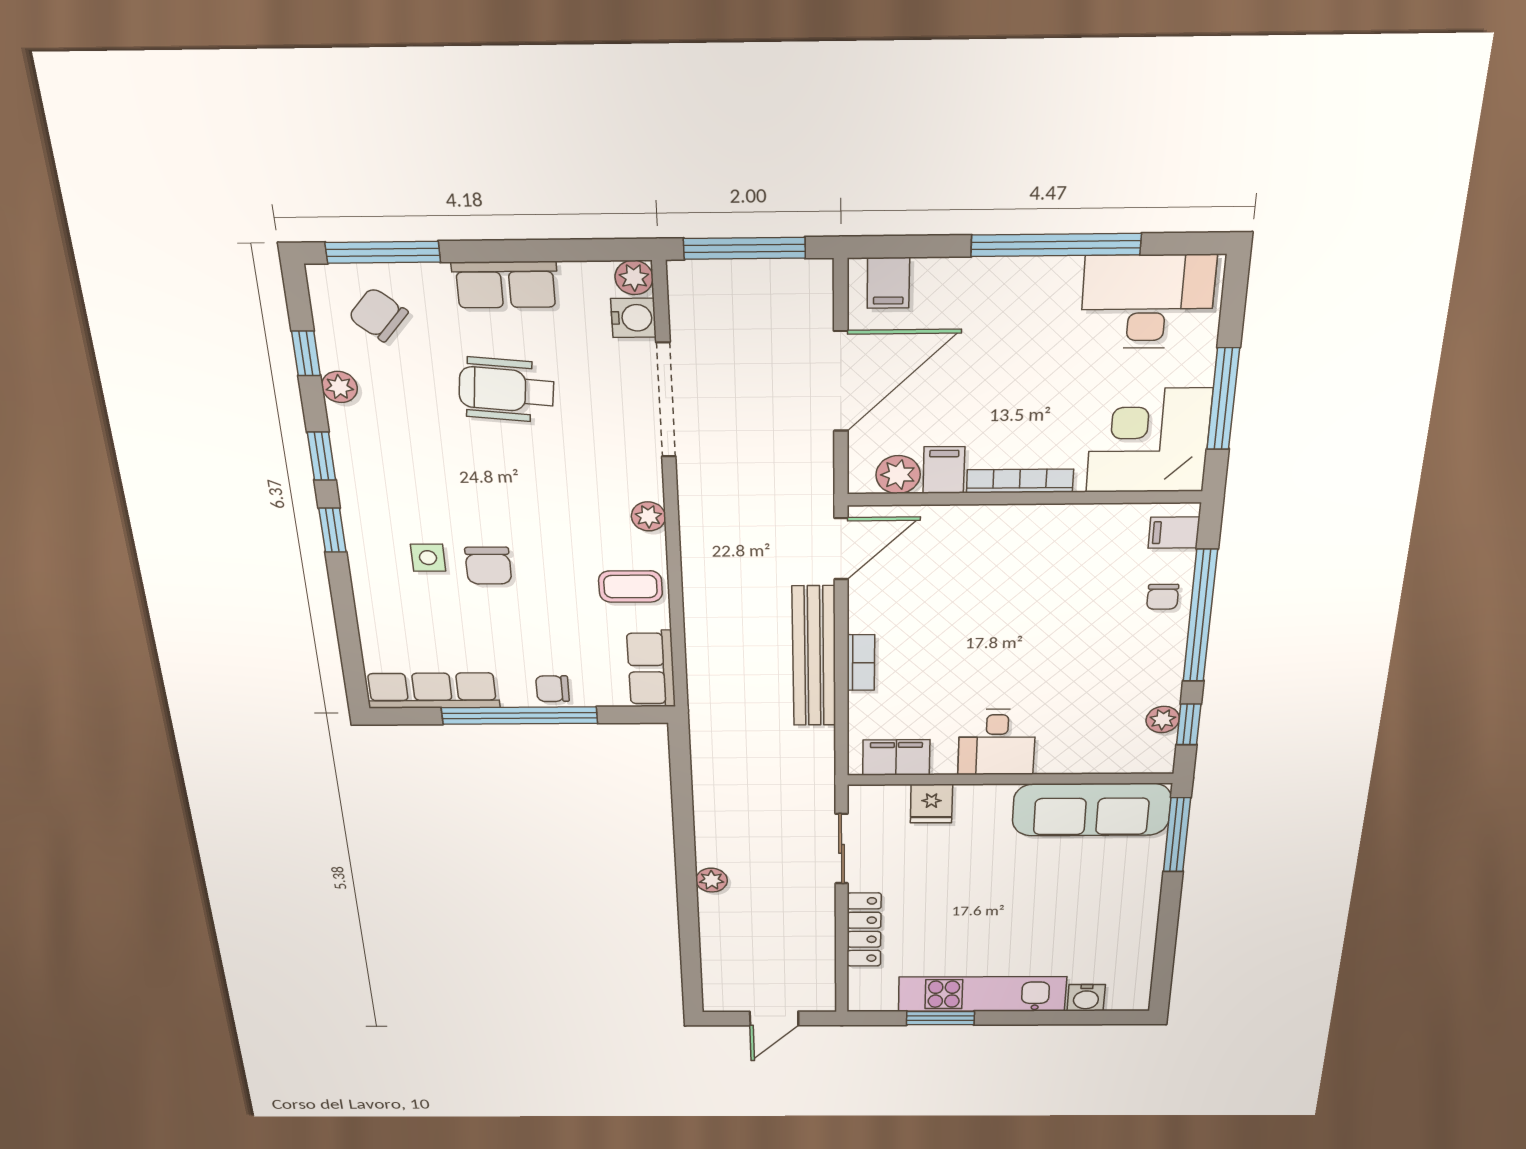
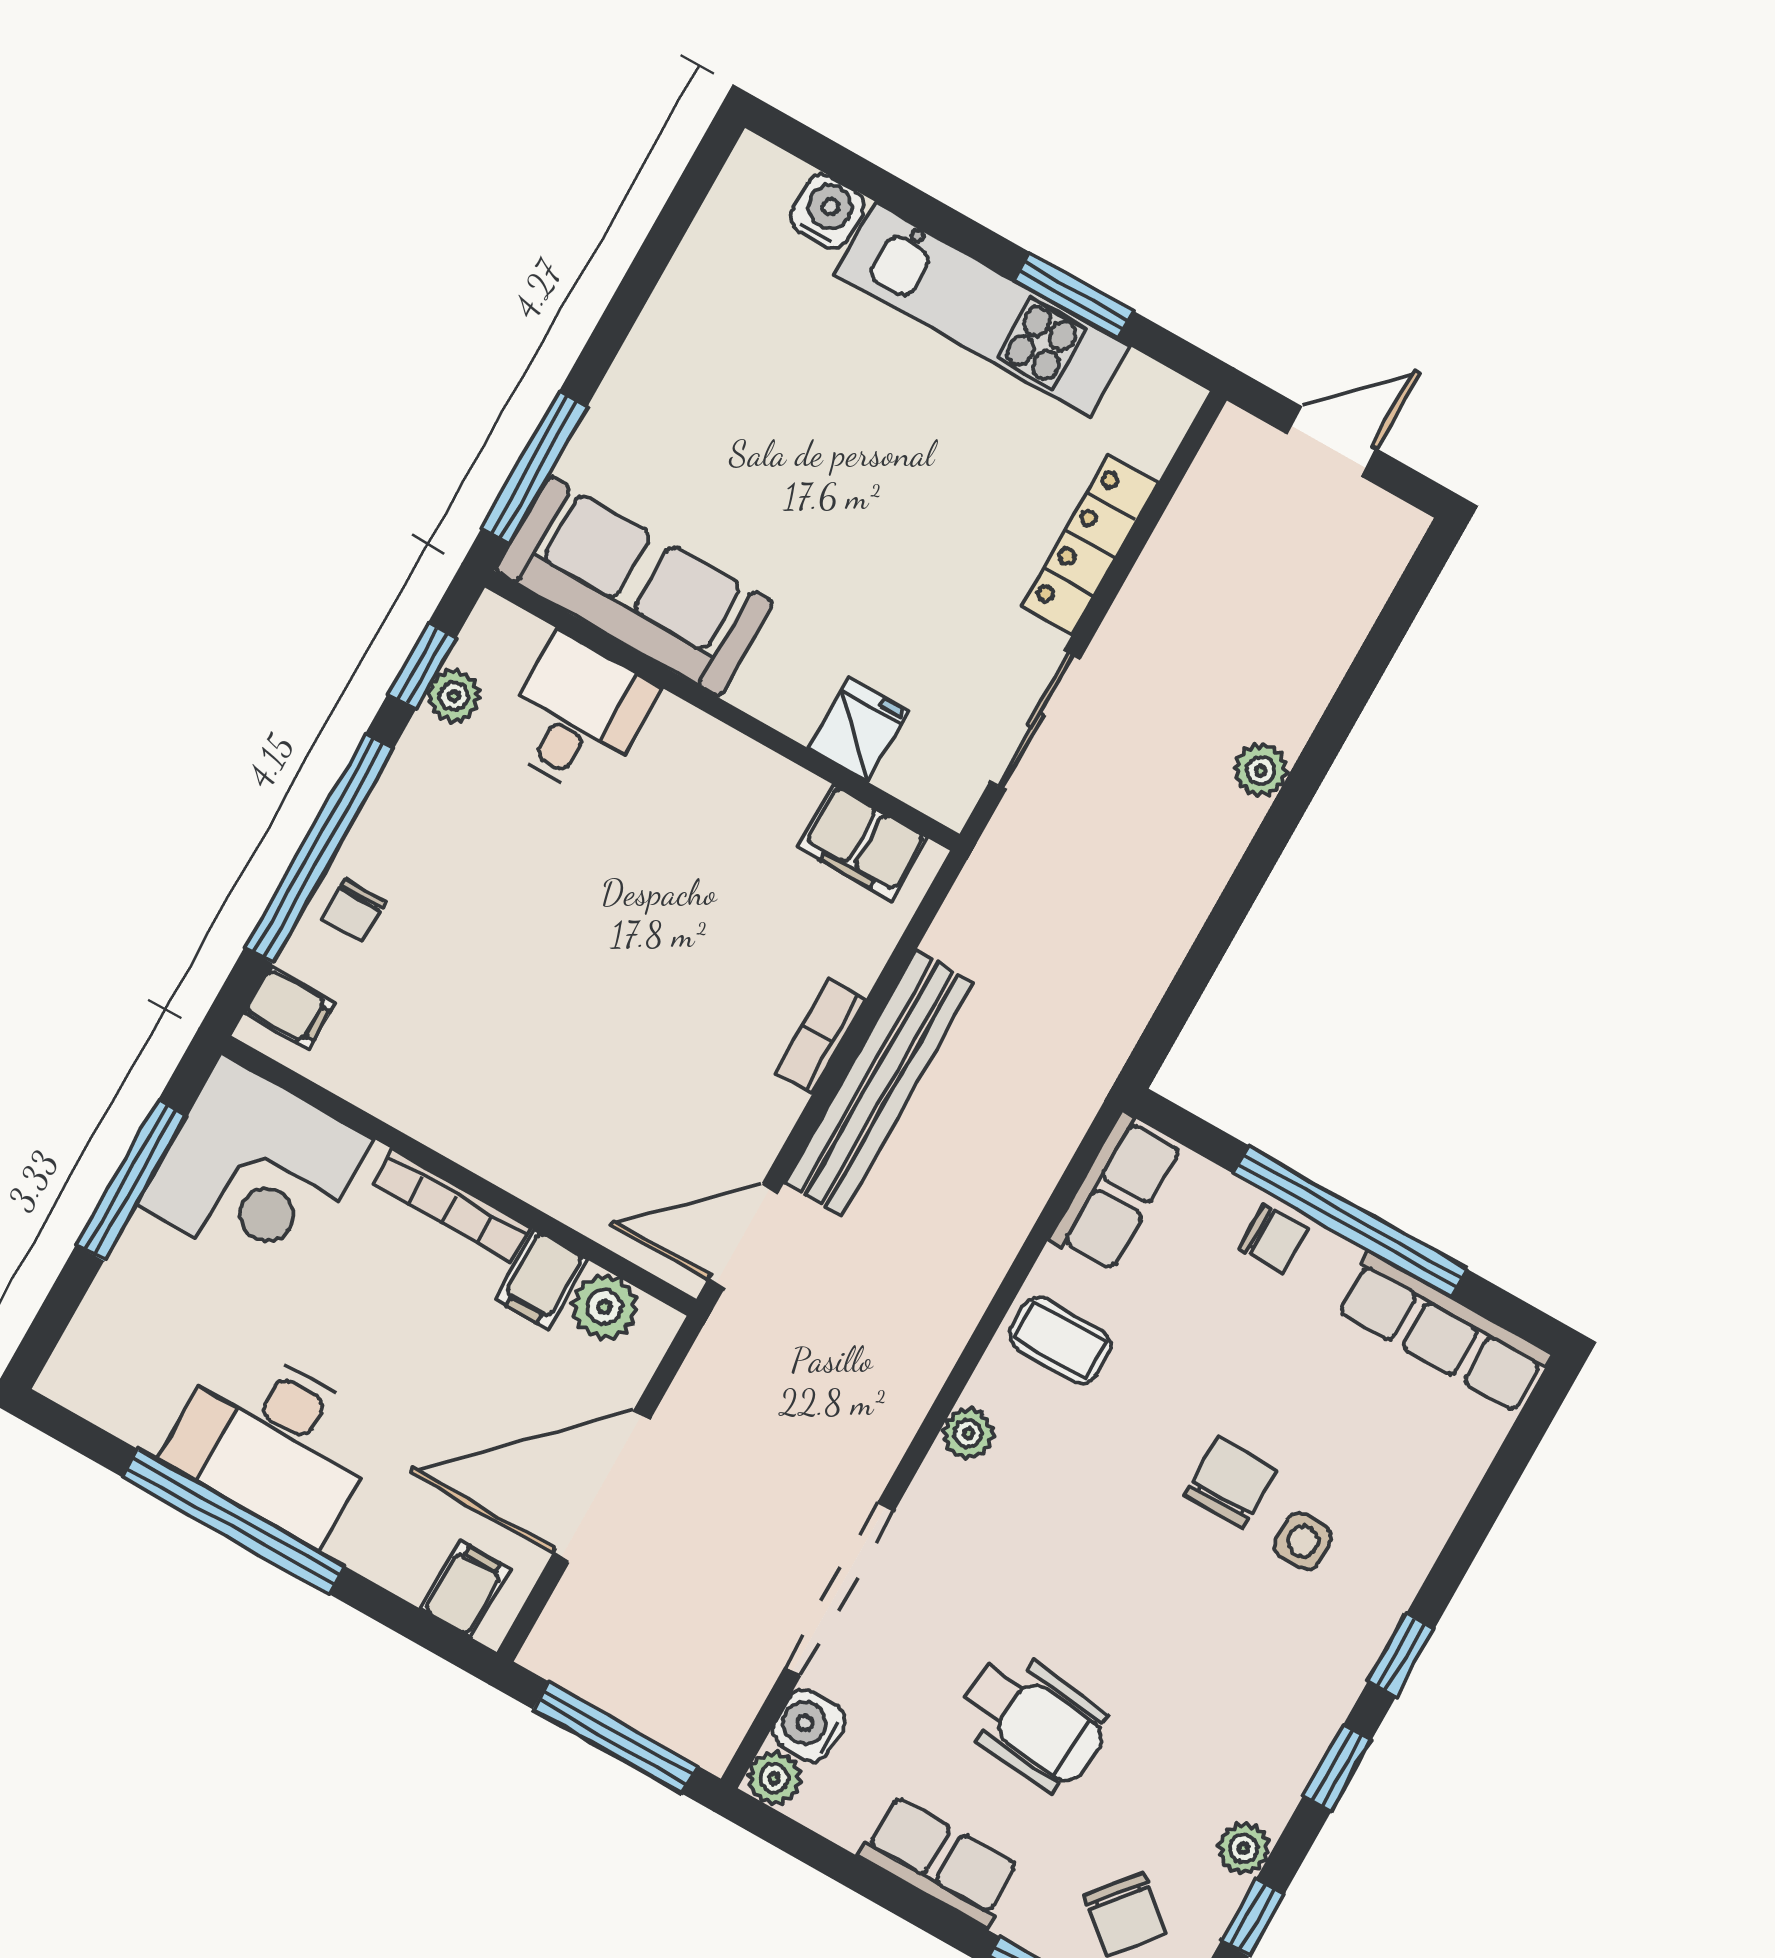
desk: (1148, 302) -> (274, 1442), moved
chair: (1163, 597) -> (354, 910), turned 180
desk: (997, 742) -> (577, 715), moved

